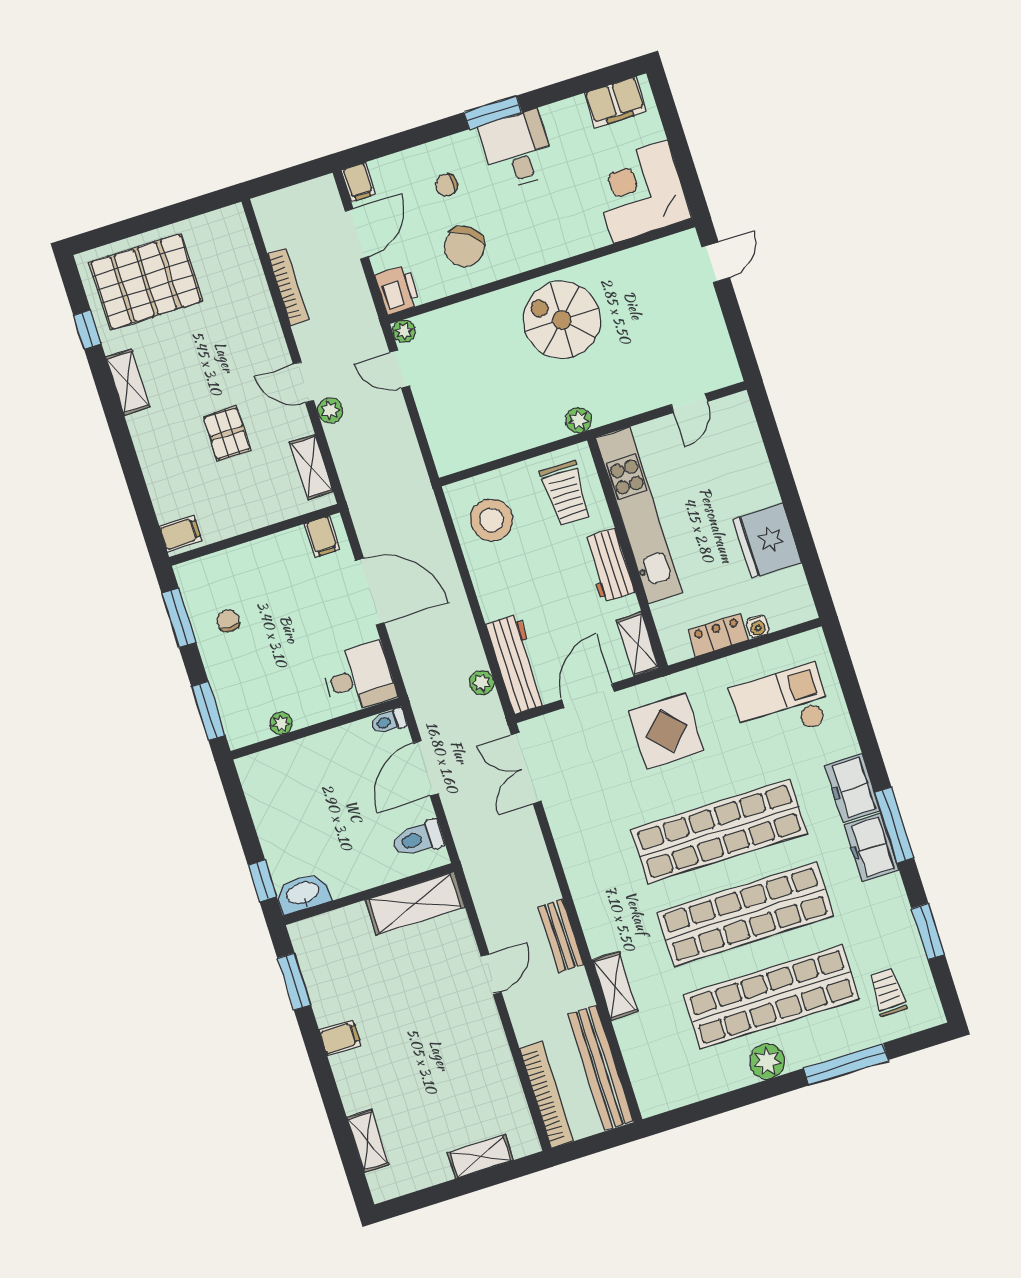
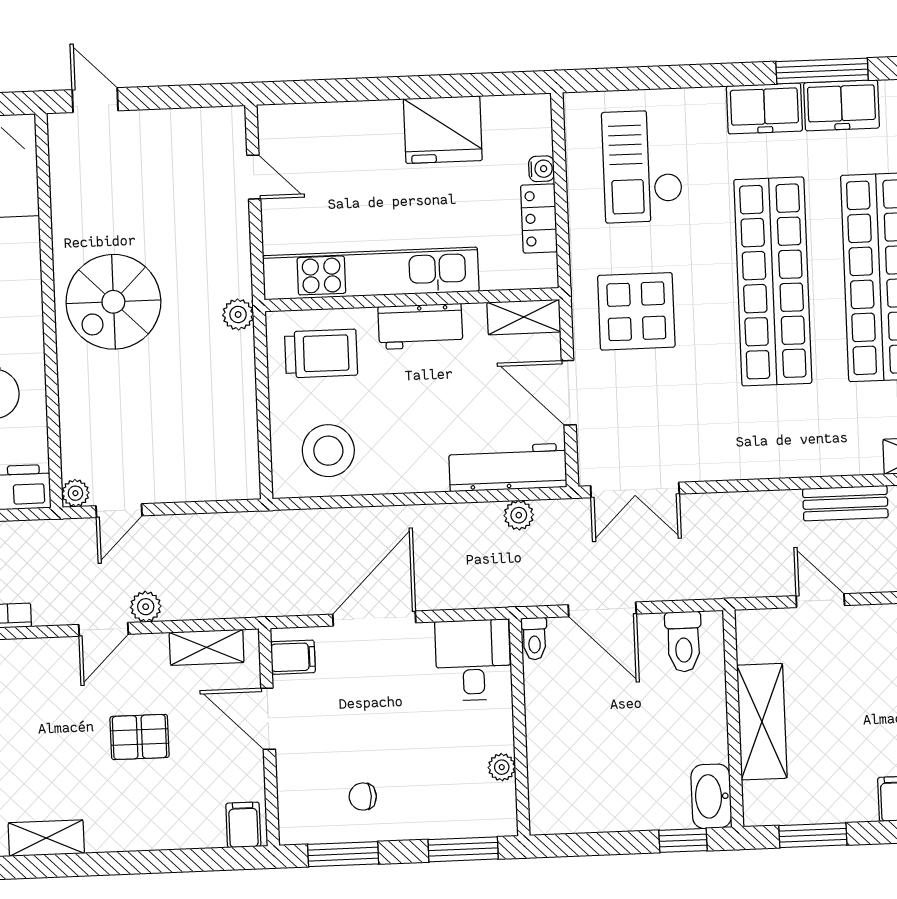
door: (269, 530) -> (268, 719), added
shelving: (415, 903) -> (762, 722), moved
door: (491, 974) -> (820, 601), moved

